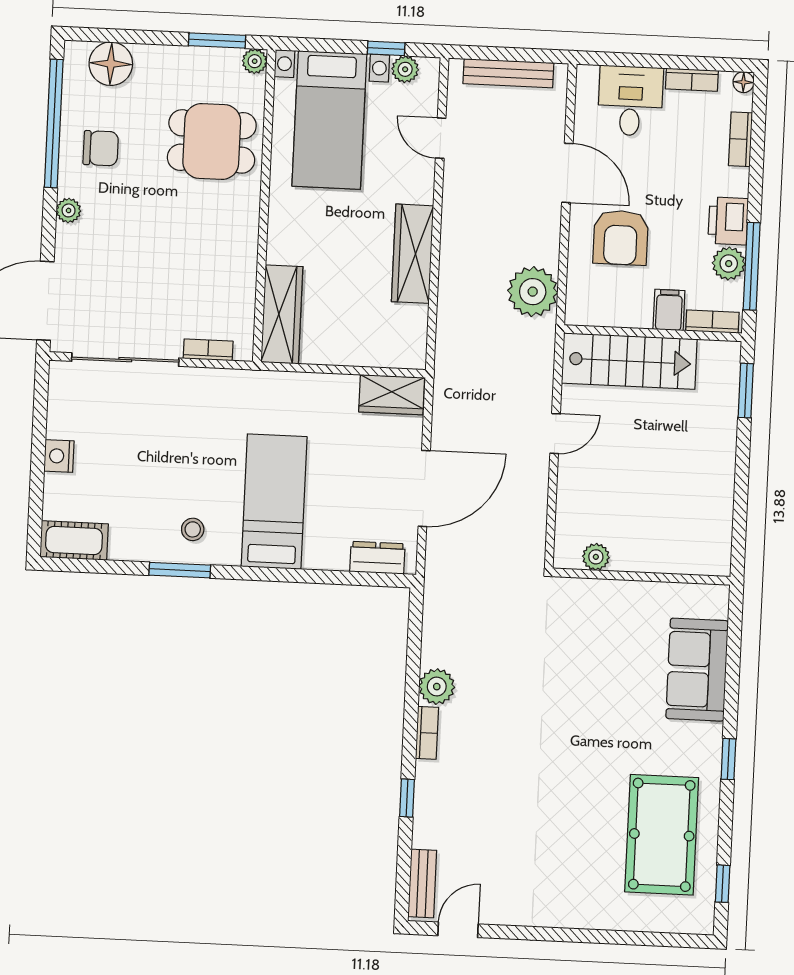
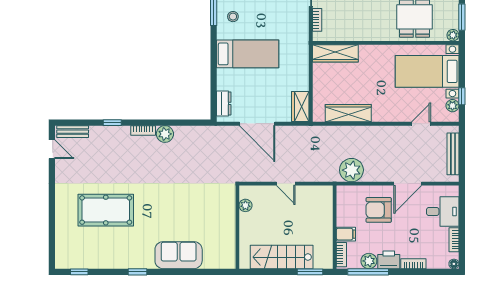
bookcase: (740, 139) -> (413, 264), moved
wardrobe: (412, 254) -> (348, 113), moved
stairs: (629, 361) -> (282, 257), moved, turned 90
plant: (596, 557) -> (245, 205), moved
wall: (641, 577) -> (237, 227), moved
pool table: (662, 835) -> (106, 210), moved

